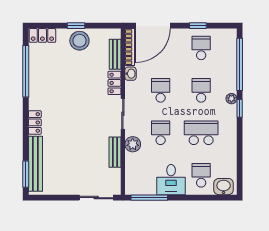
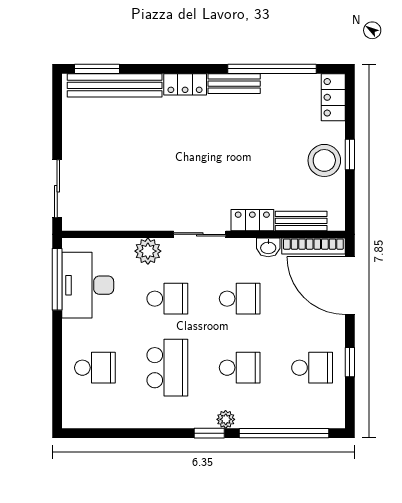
bench: (115, 152) -> (234, 84), moved
desk: (171, 180) -> (88, 285), moved, width x1.37
washbasin: (224, 187) -> (76, 406), removed

